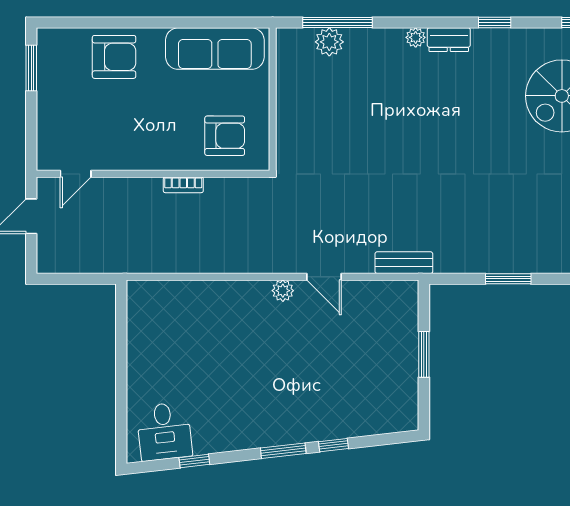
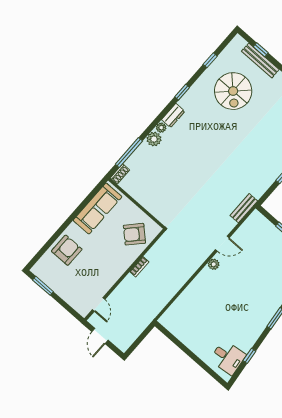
shoe rack: (294, 37) -> (120, 174), added
plant: (329, 42) -> (154, 139), moved
armchair: (225, 136) -> (134, 234), turned -137

